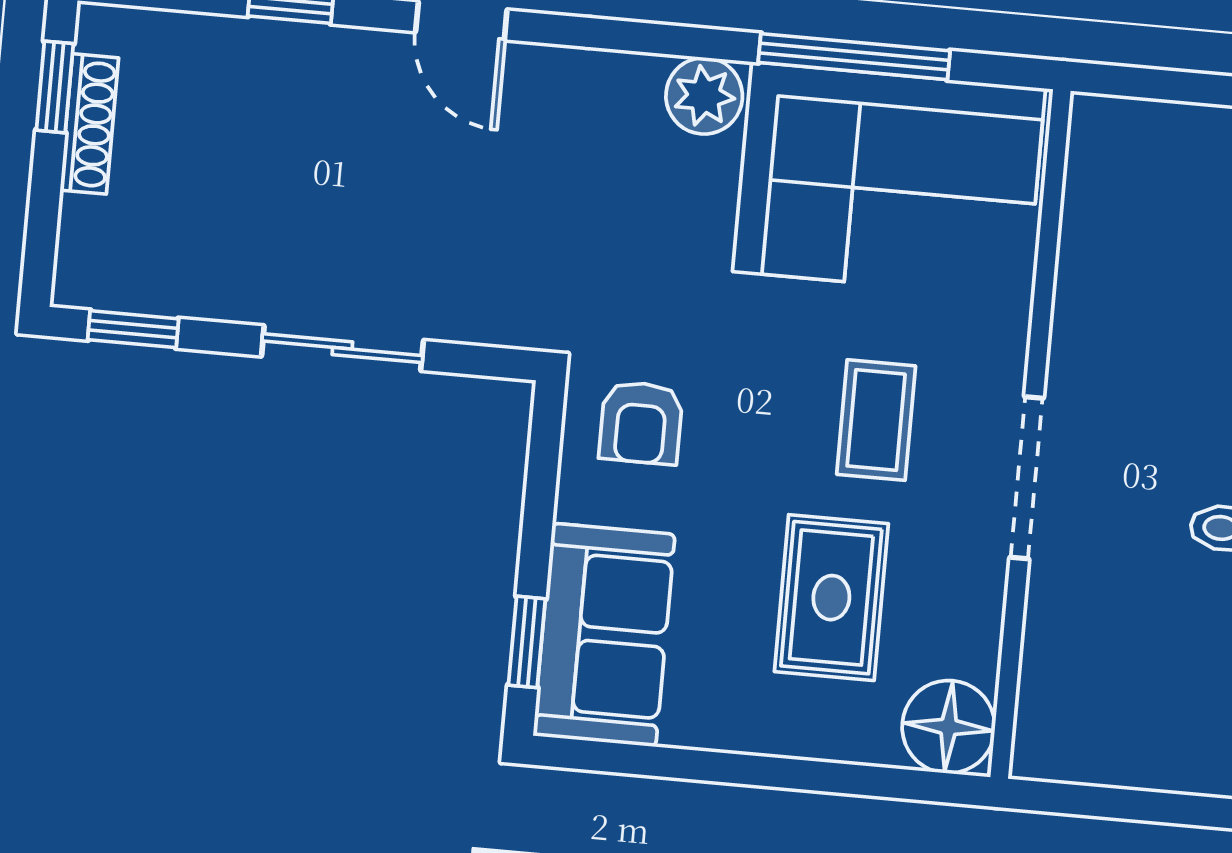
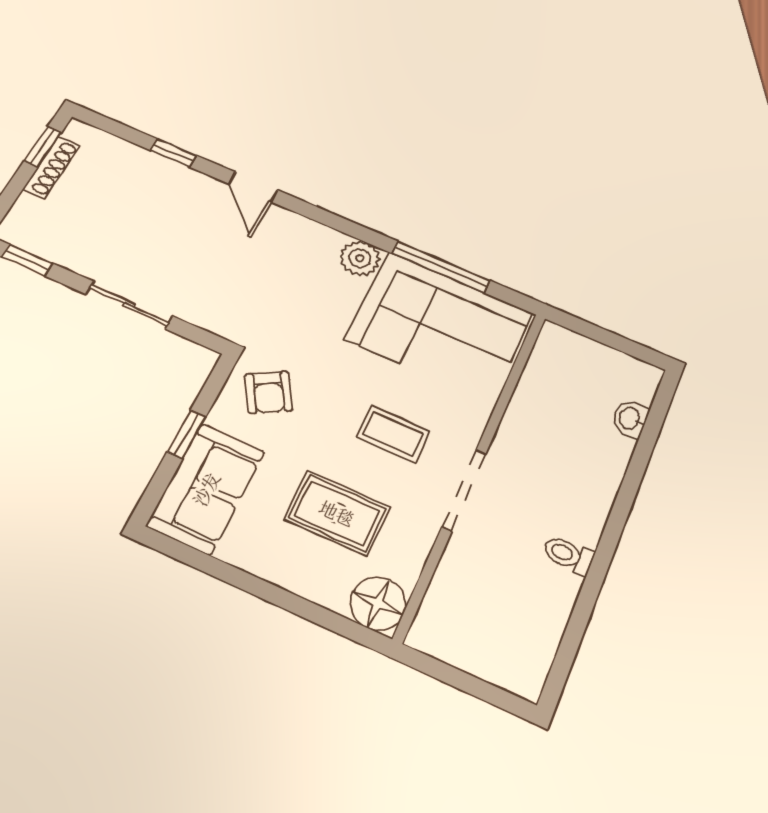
coffee table: (876, 420) -> (393, 434), turned 90
armchair: (641, 423) -> (269, 392), turned -31
rug: (831, 598) -> (337, 513), turned 90
window: (527, 642) -> (187, 434), moved

